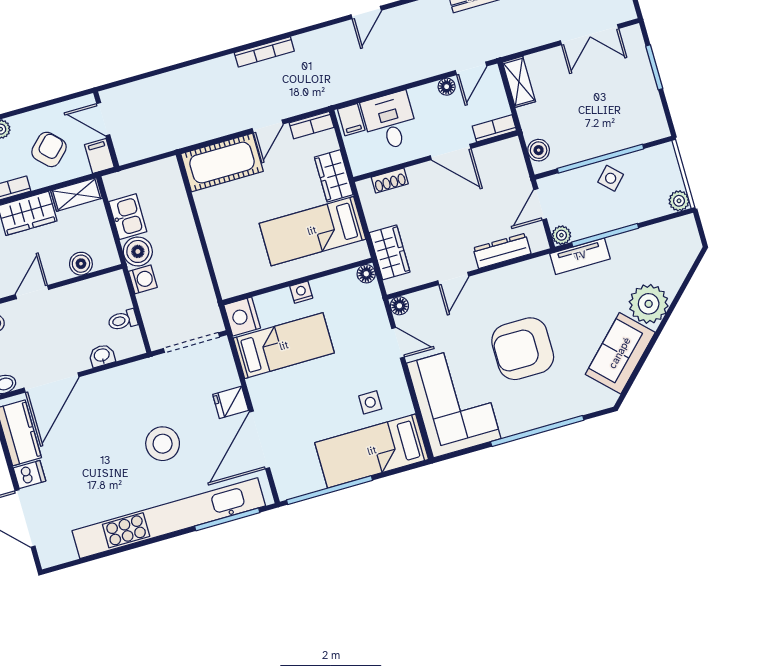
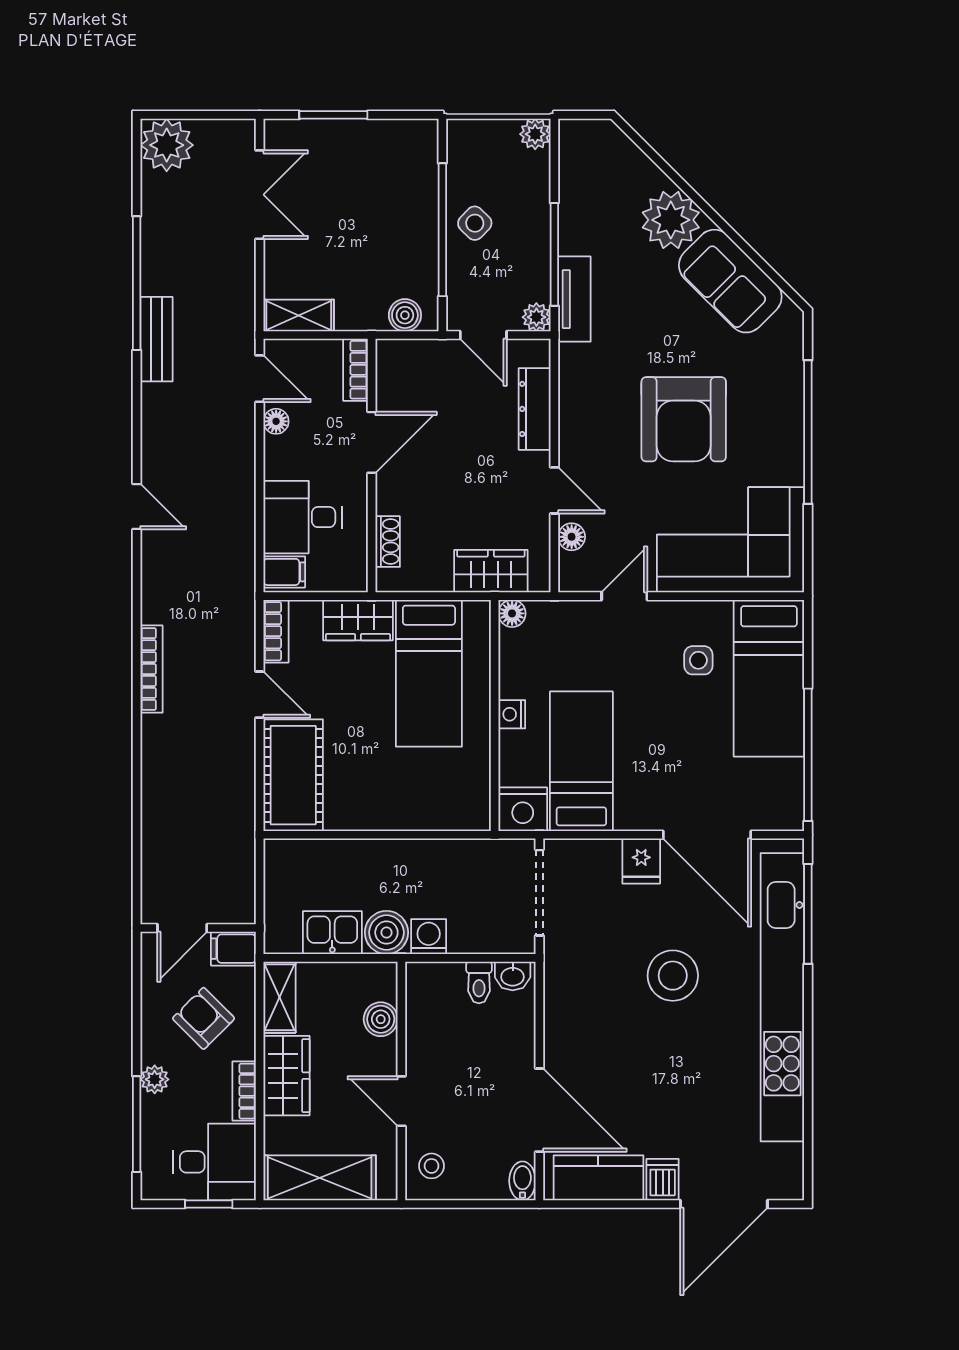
floor lamp: (399, 306) -> (572, 537), moved
washbasin: (102, 356) -> (513, 976), moved, turned -90

